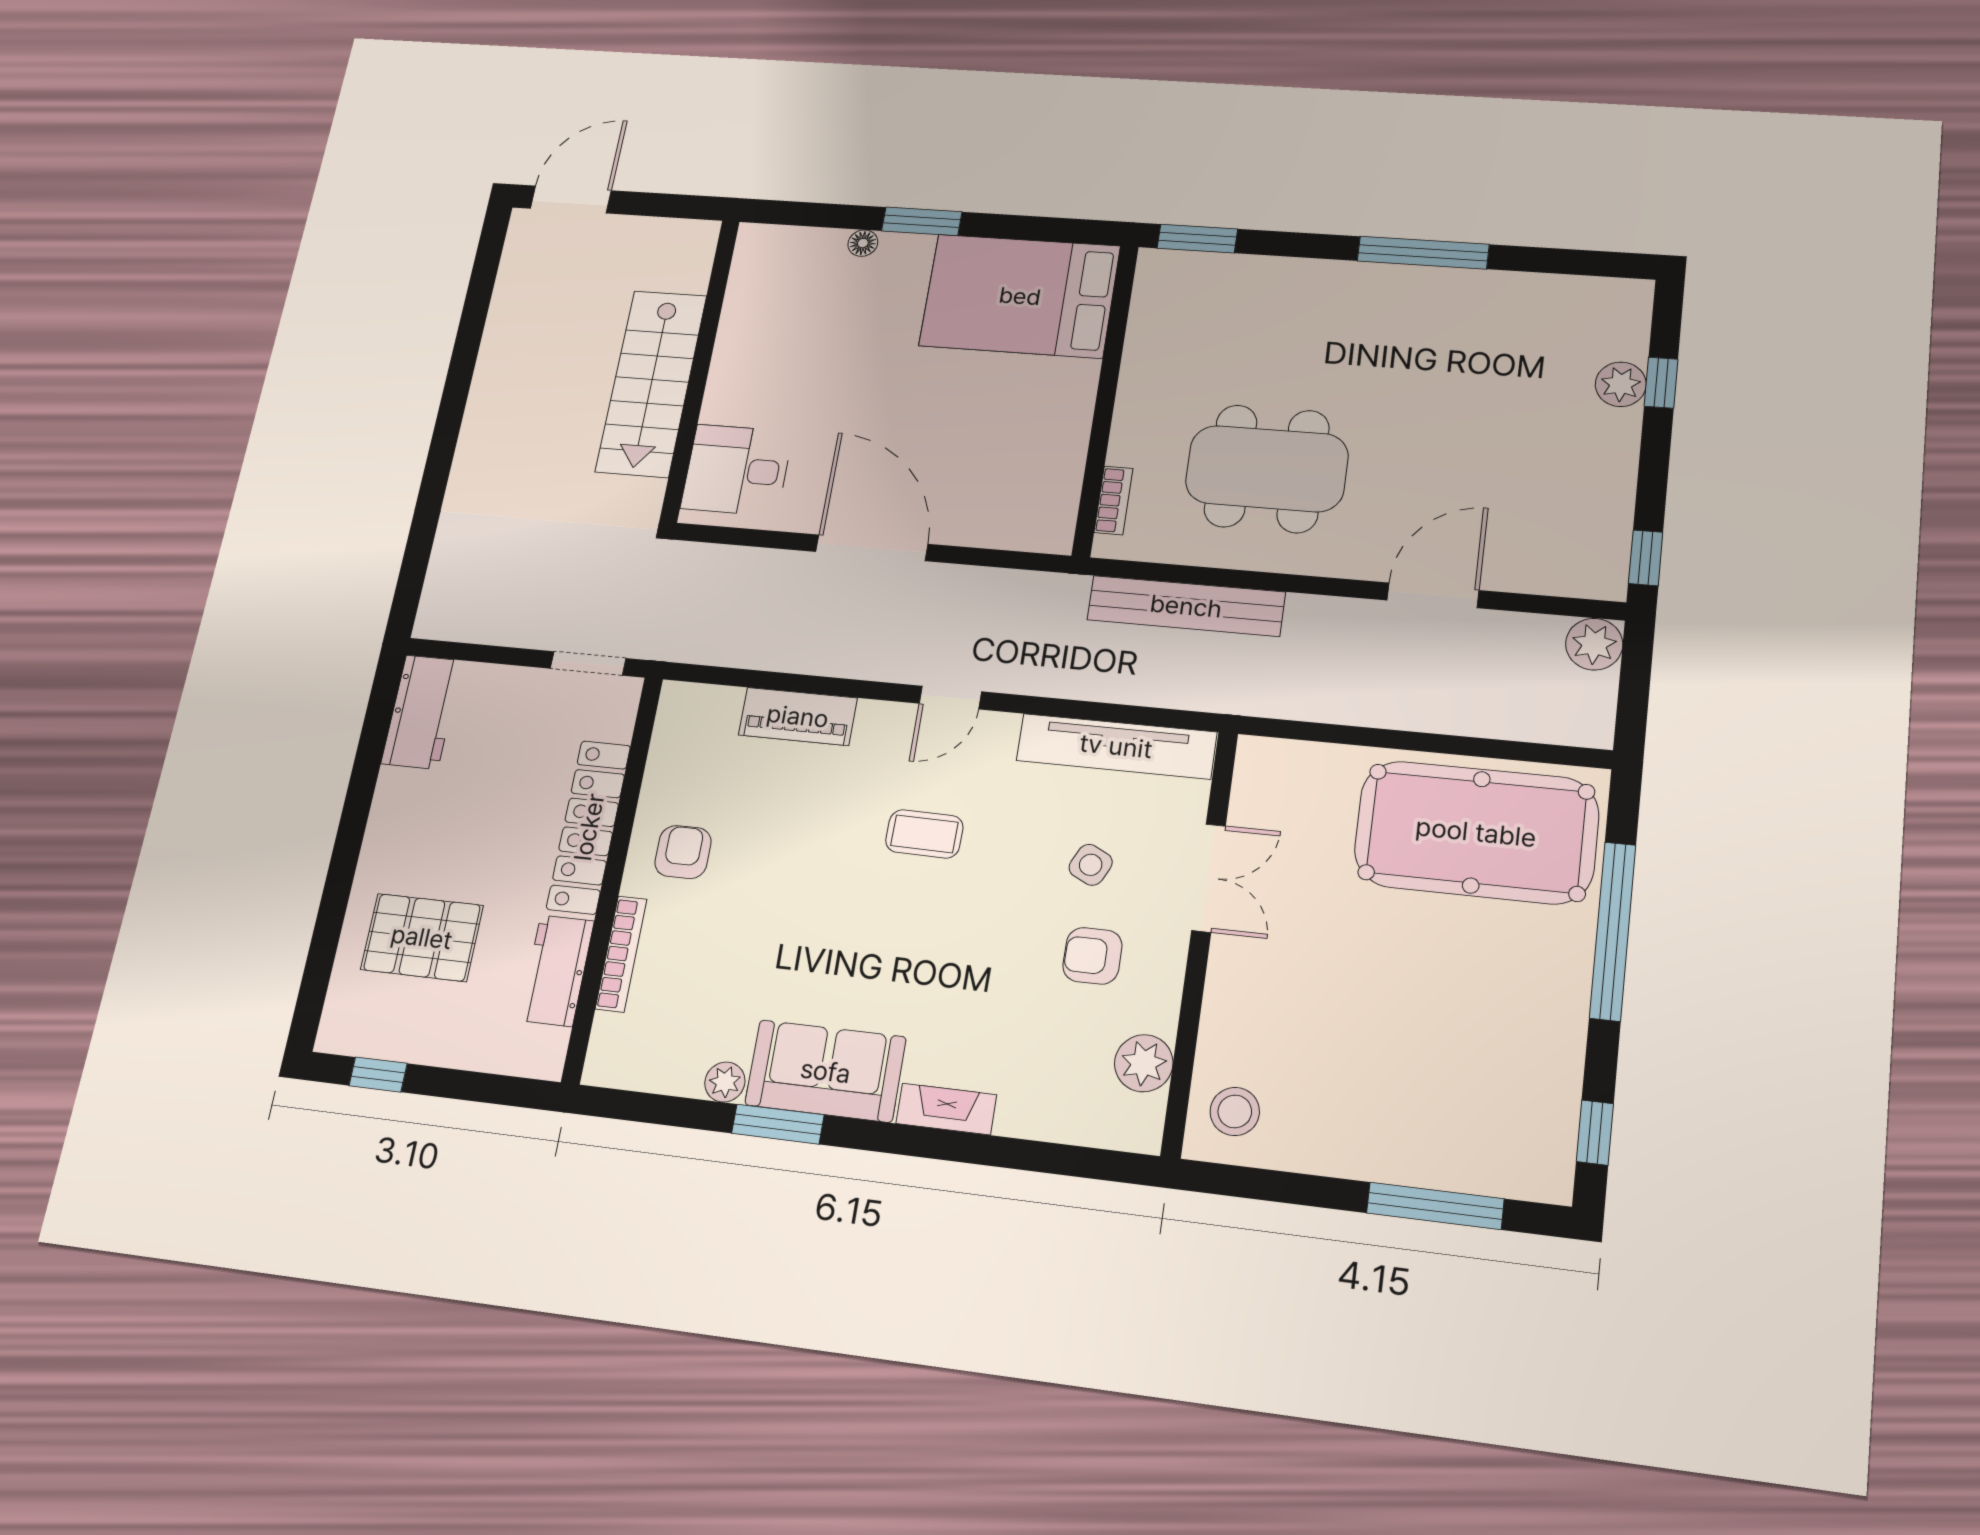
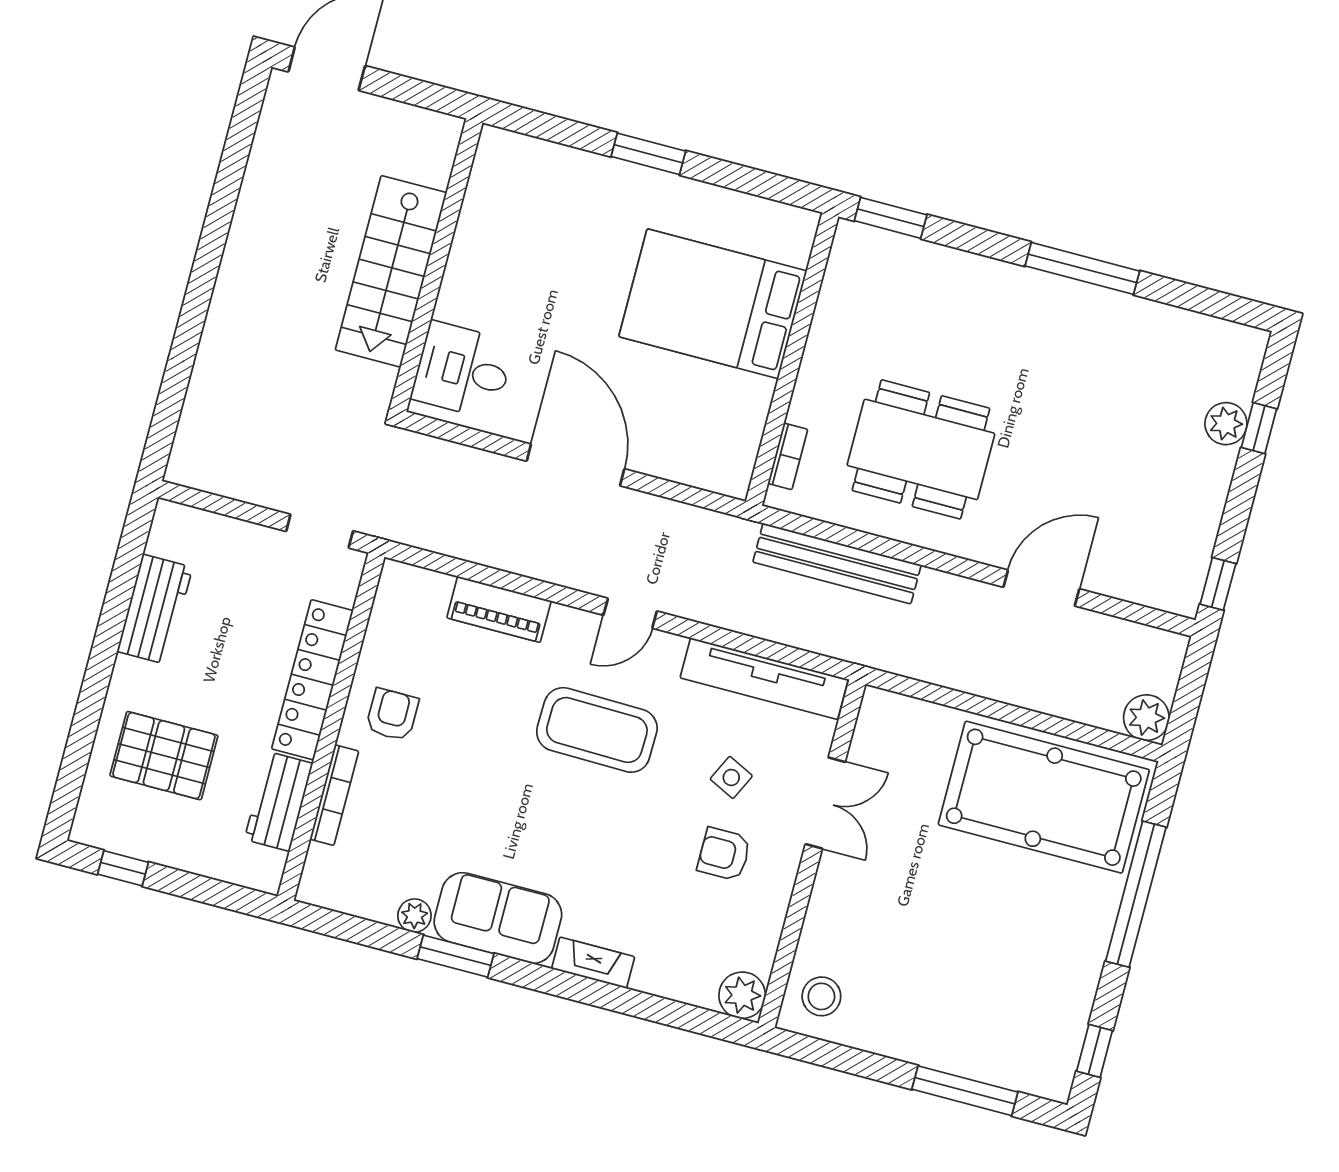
floor lamp: (863, 243) -> (593, 166), removed
bed: (1020, 296) -> (713, 304), moved
plant: (1594, 644) -> (1146, 718), moved
workbench: (422, 712) -> (155, 609), moved
coffee table: (924, 834) -> (597, 730), width x1.86, depth x1.72
plant: (1144, 1063) -> (742, 995), moved

